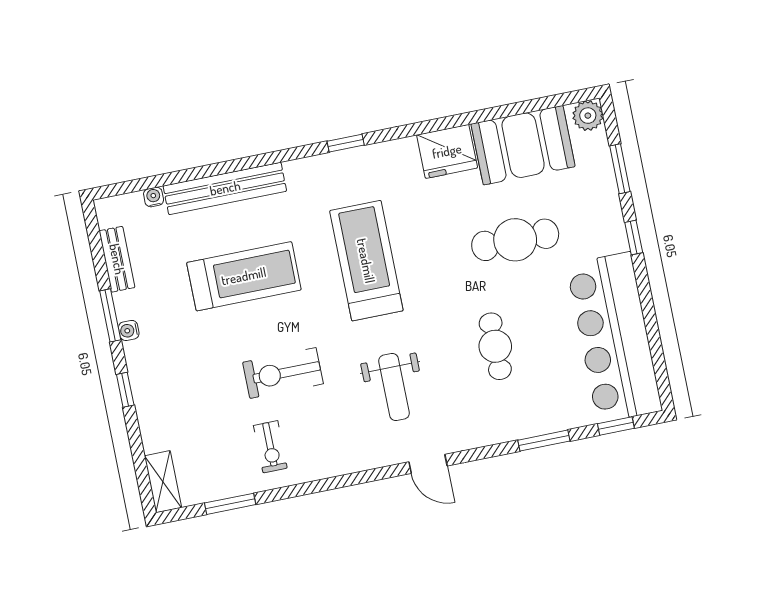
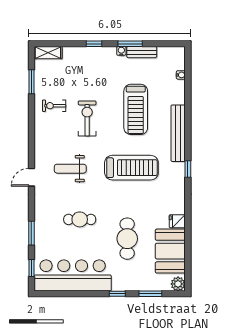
fridge: (447, 151) -> (177, 221), width x0.53, depth x0.75
bench: (225, 188) -> (178, 133), moved
bench: (117, 259) -> (142, 52), moved

